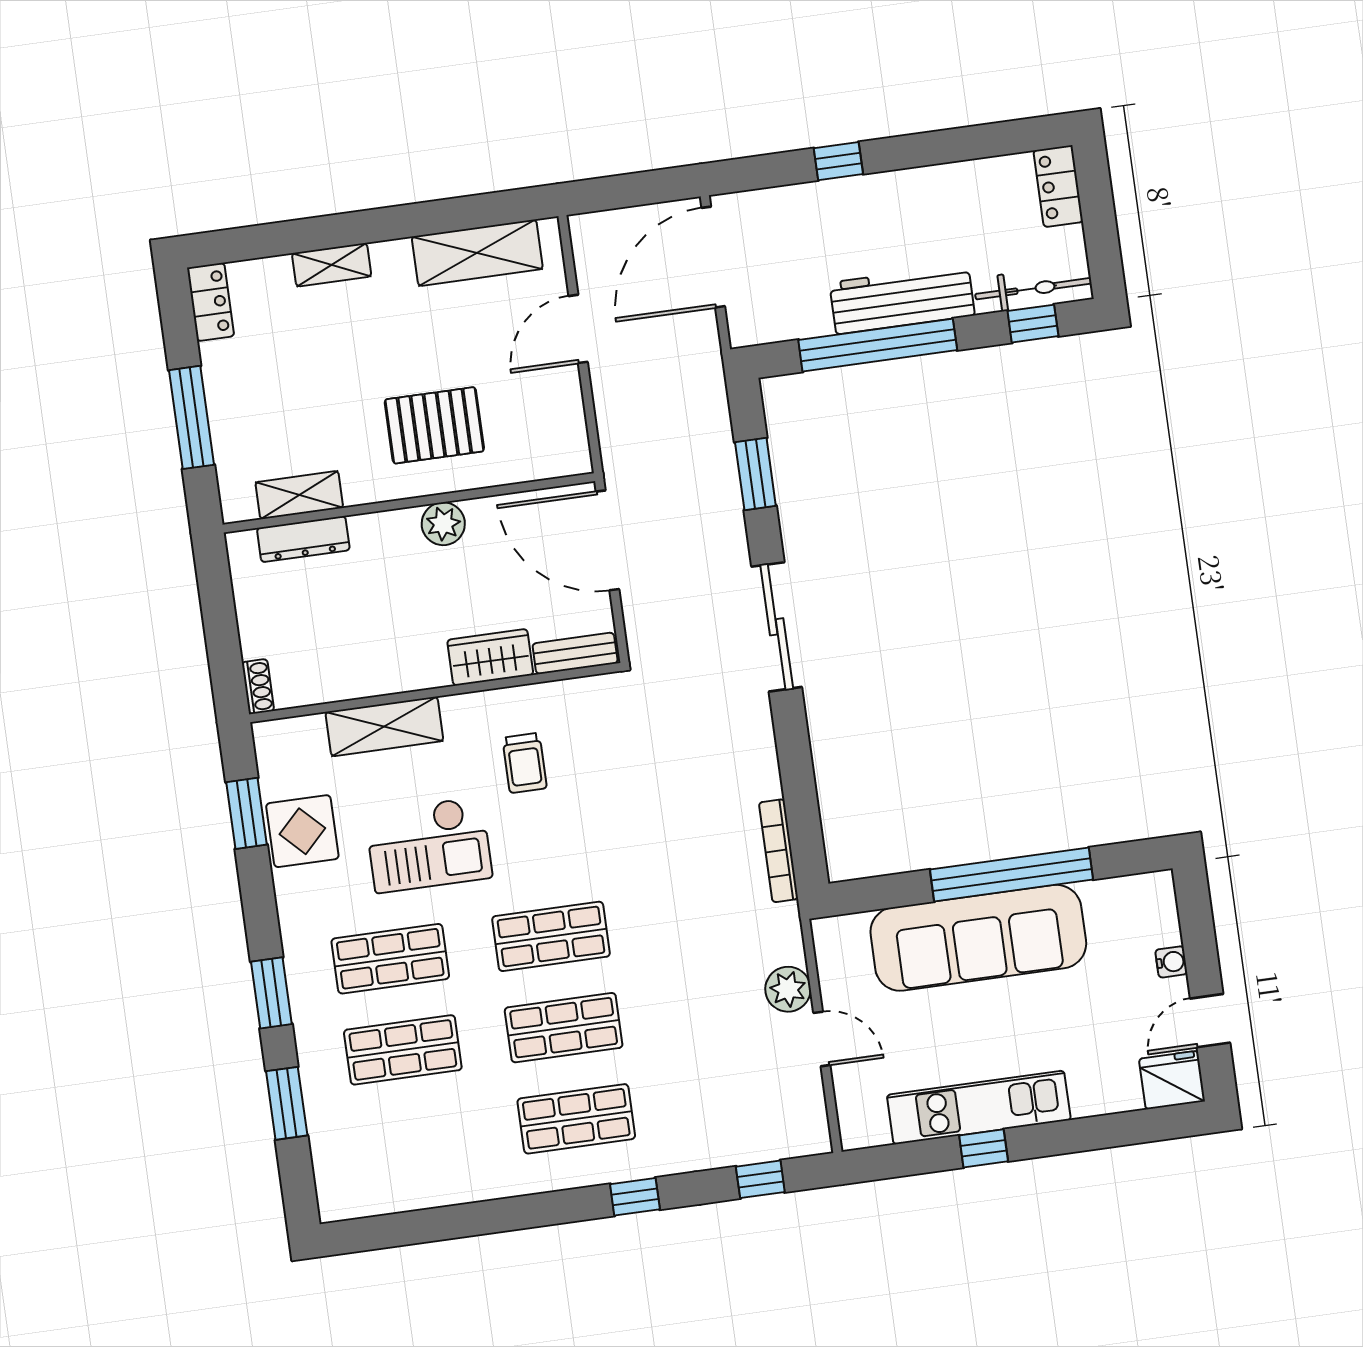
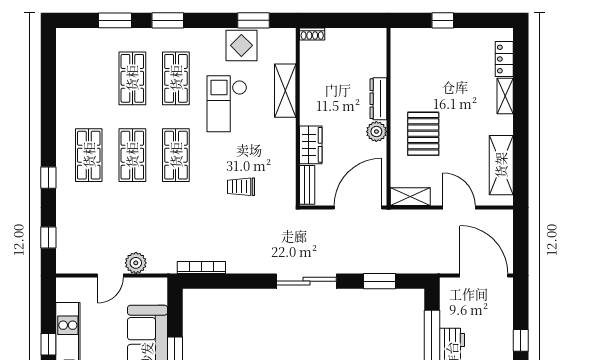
locker: (211, 302) -> (504, 59), moved, turned 90
window: (192, 417) -> (443, 20), width x0.46
shelving: (299, 495) -> (410, 197), moved, turned 90
dresser: (303, 539) -> (378, 99), moved
trolley: (525, 763) -> (241, 187), moved

